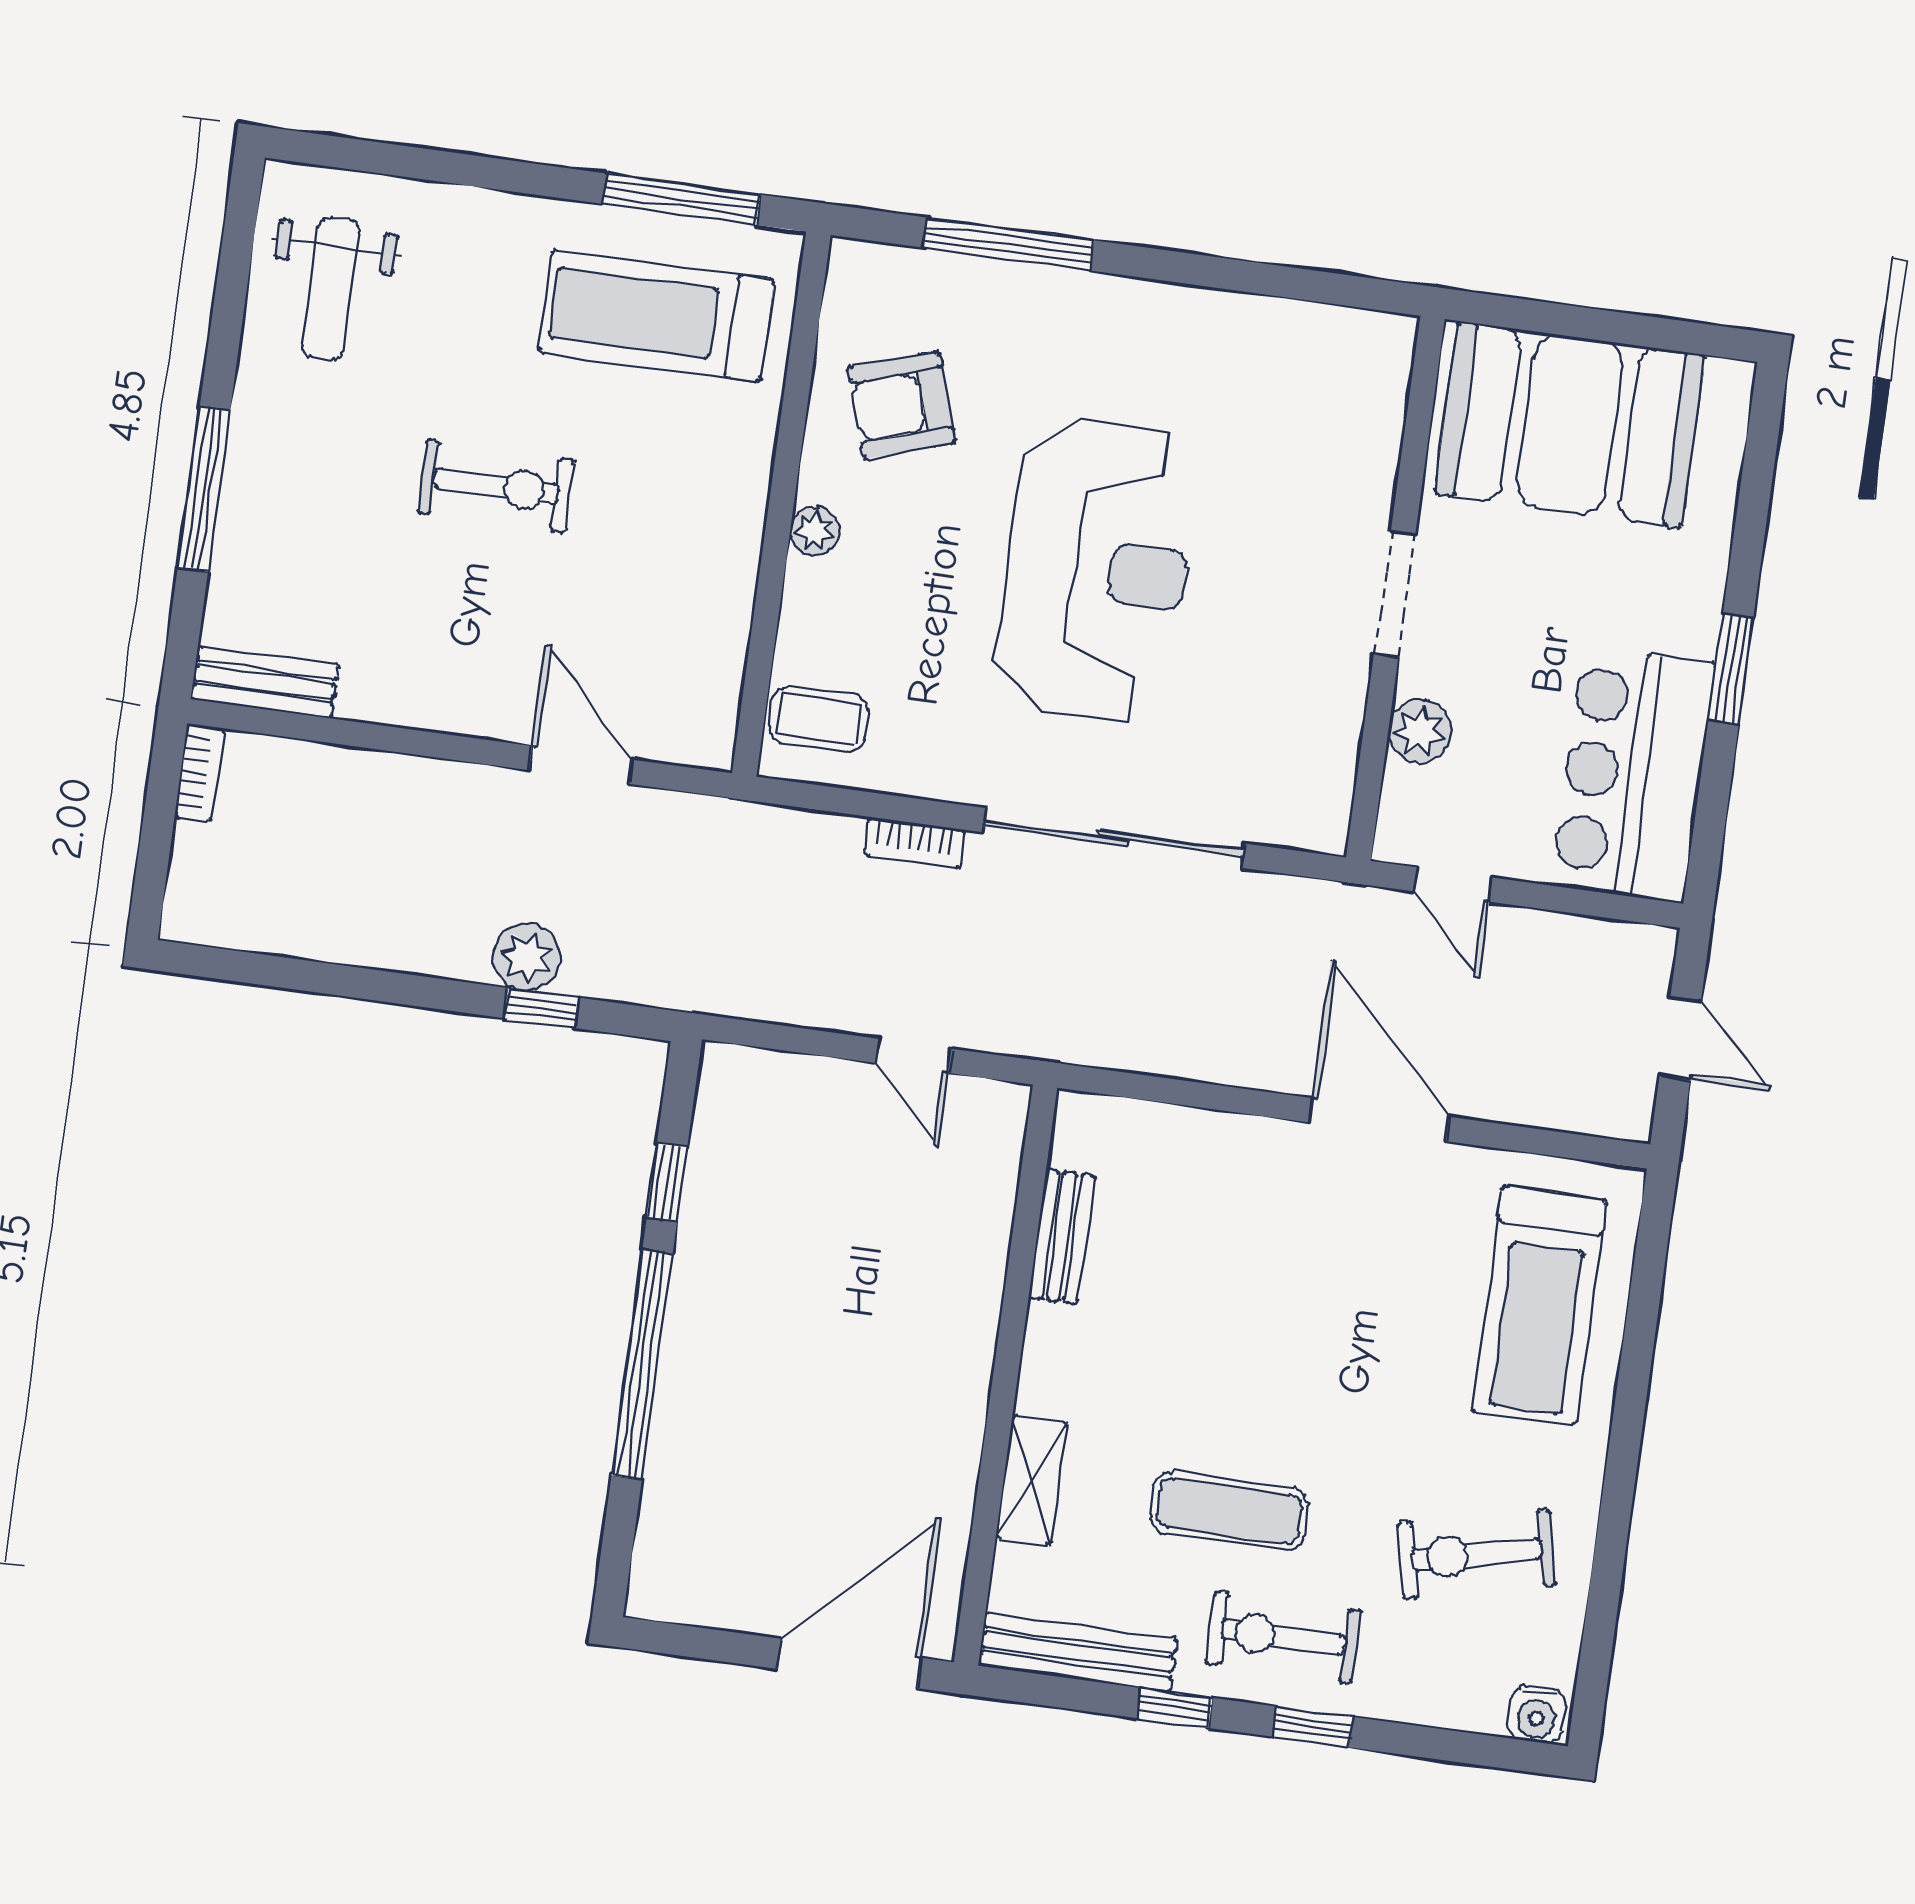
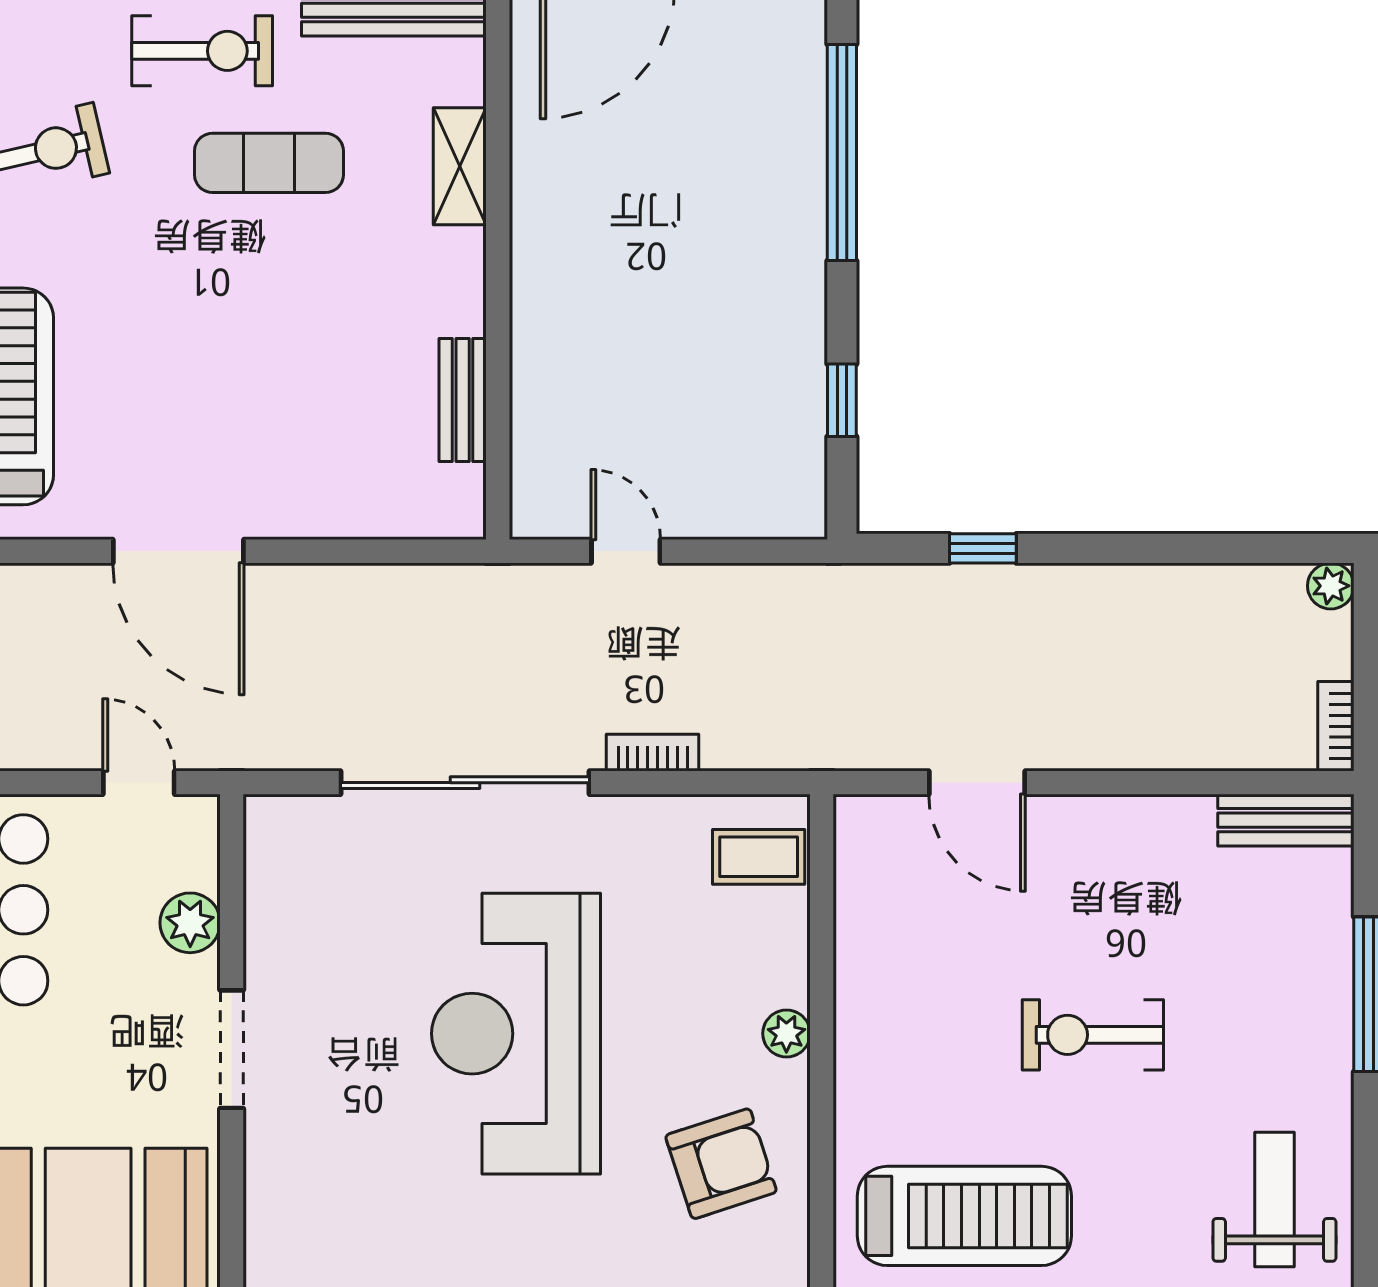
plant: (527, 957) -> (1331, 586), moved, width x0.73, depth x0.73
window: (642, 1365) -> (842, 152), moved

